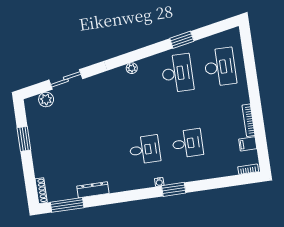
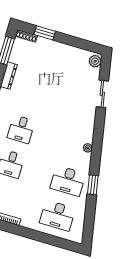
window: (182, 40) -> (93, 185), moved
plant: (46, 99) -> (95, 61), moved
window: (24, 139) -> (45, 33), moved

